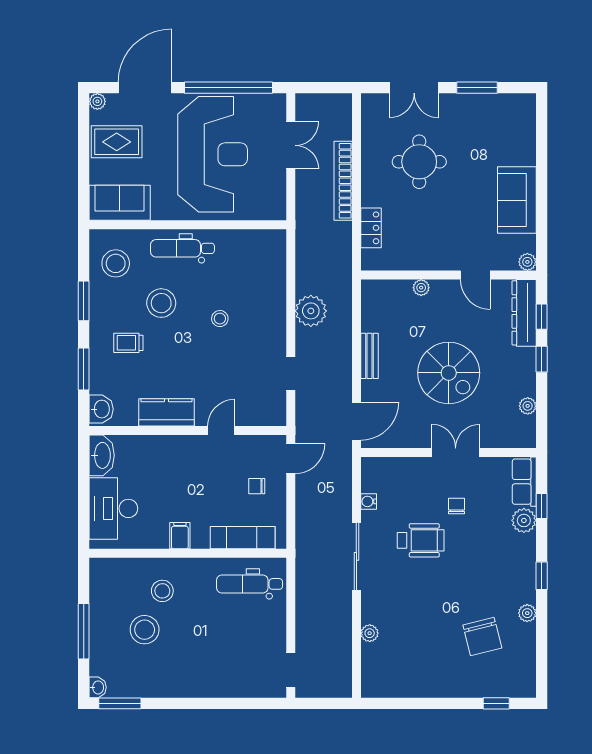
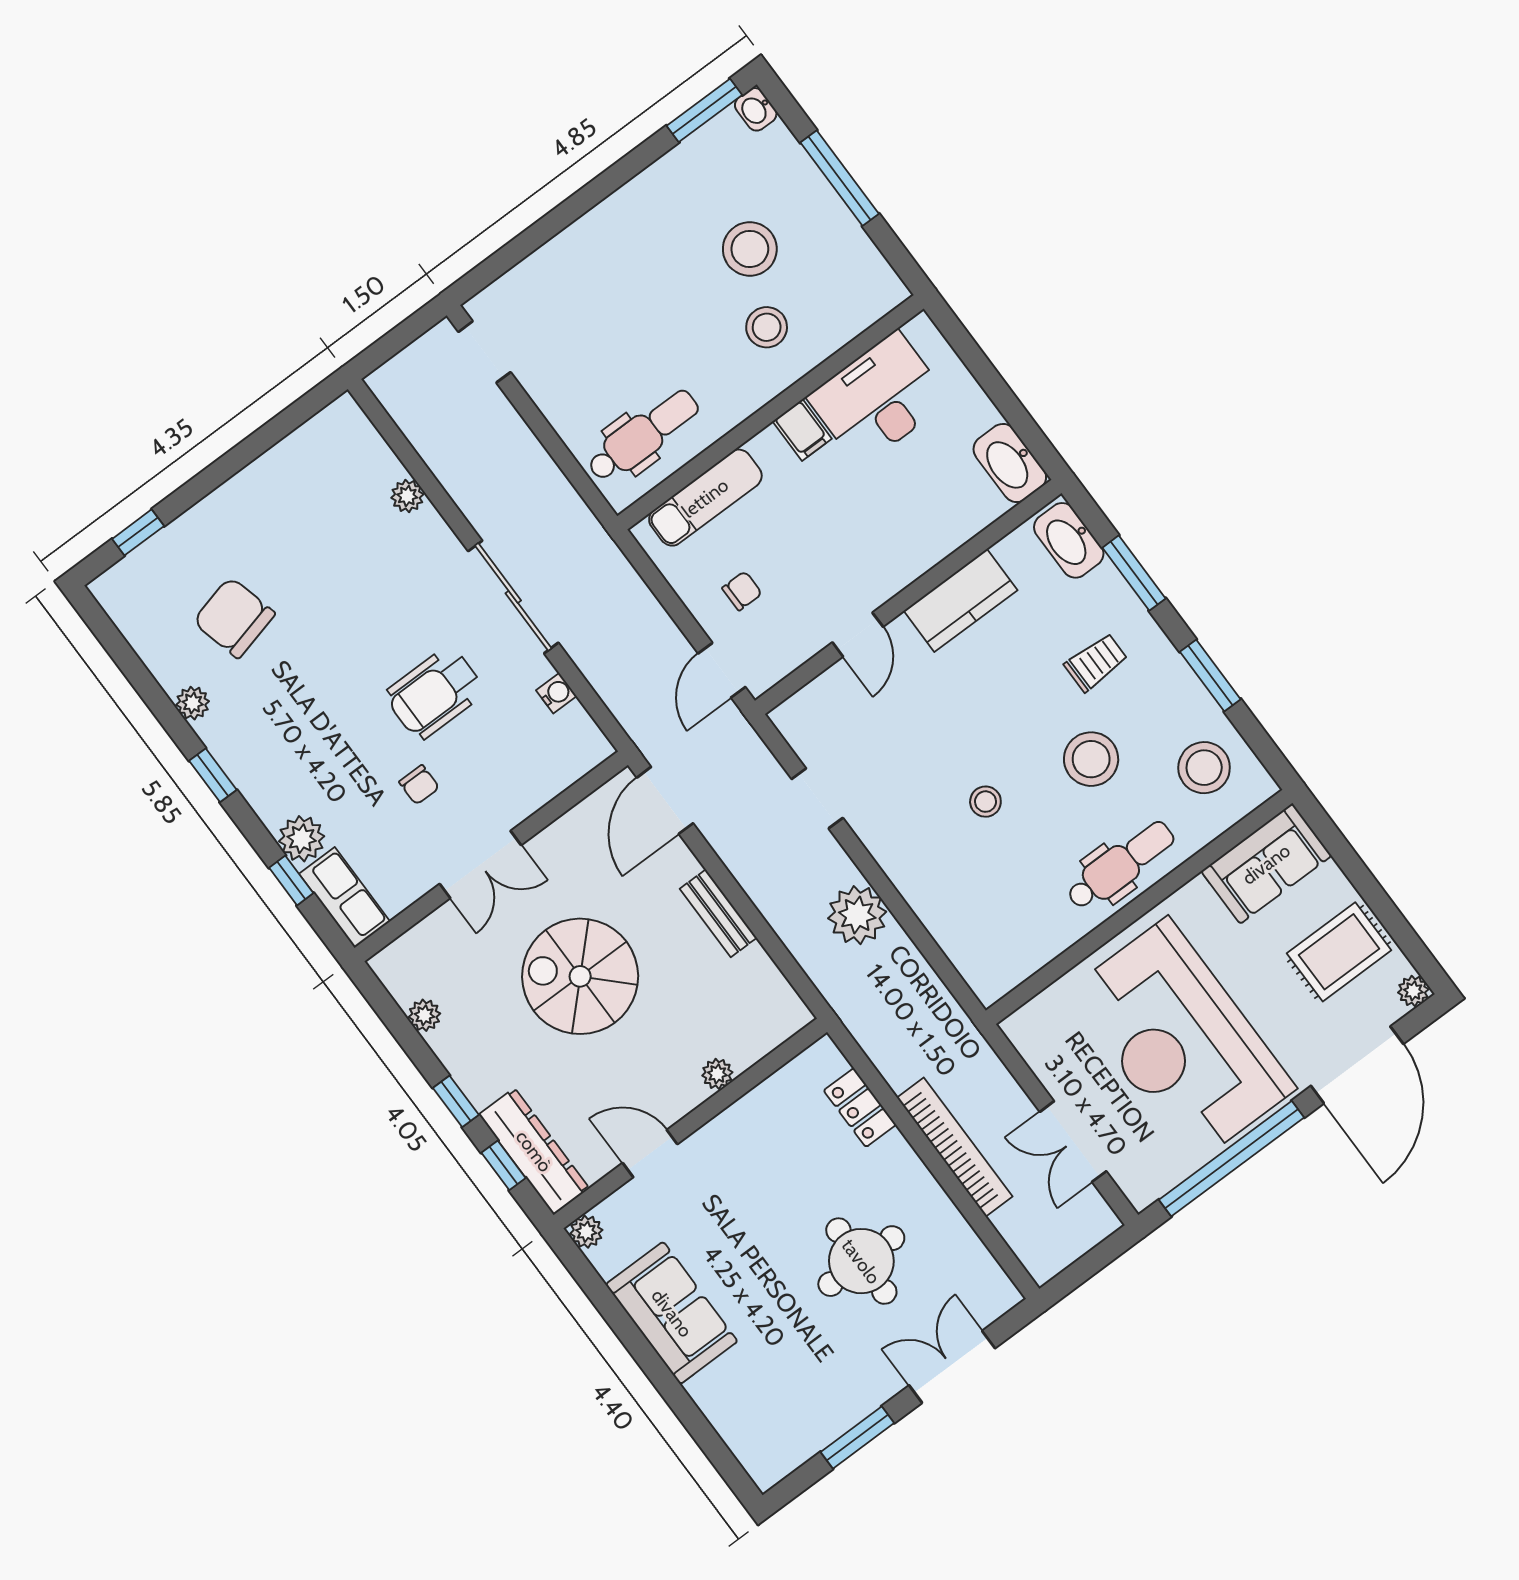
washbasin: (101, 409) -> (1069, 540), width x1.38
desk: (113, 508) -> (878, 399), moved, turned -90

